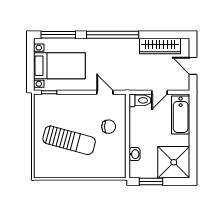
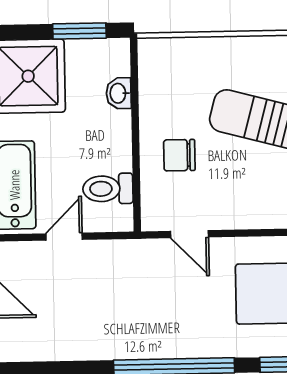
wardrobe: (160, 46) -> (65, 343), removed
toilet: (140, 100) -> (108, 189), moved

